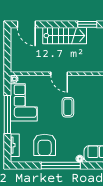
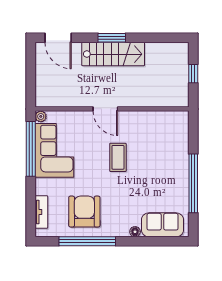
window: (87, 24) -> (112, 38), moved
window: (7, 115) -> (31, 149), moved
armchair: (45, 145) -> (84, 212), turned 180
window: (61, 165) -> (87, 241), moved

